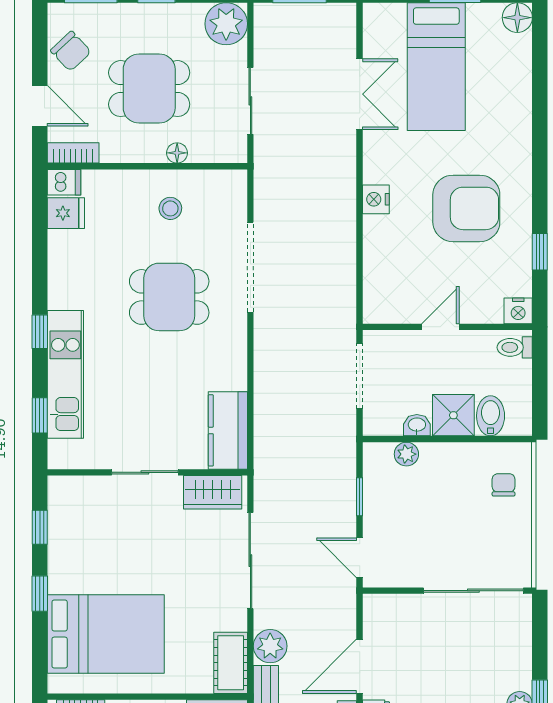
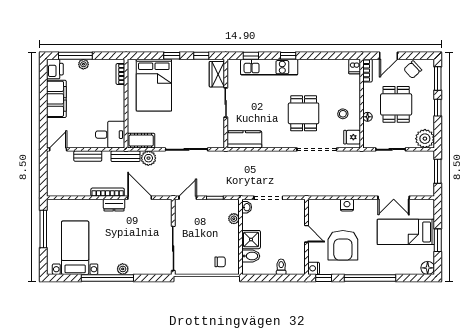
window: (540, 147) -> (370, 278), added
fridge: (66, 213) -> (352, 137), moved, turned 90
nightstand: (518, 311) -> (314, 268), moved
door: (440, 327) -> (306, 234), moved
wall: (447, 327) -> (306, 237), moved
washbasin: (417, 425) -> (247, 207), moved
wardrobe: (213, 492) -> (217, 74), moved

